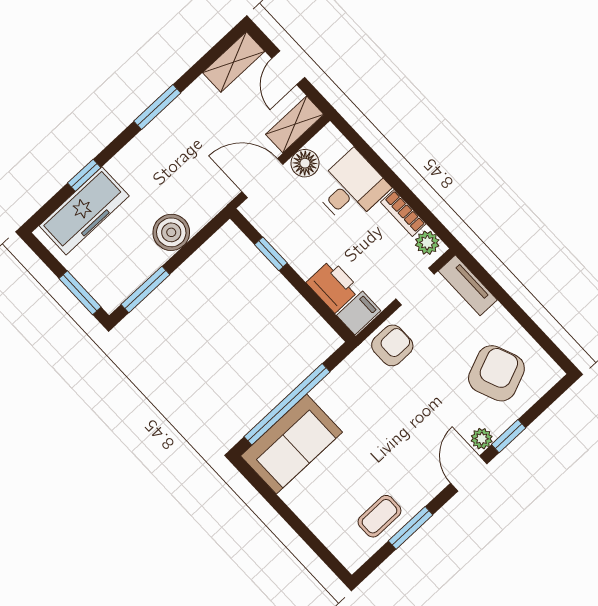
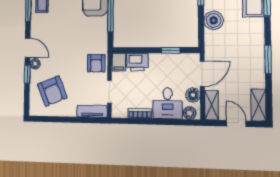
plant: (427, 243) -> (190, 113), moved

